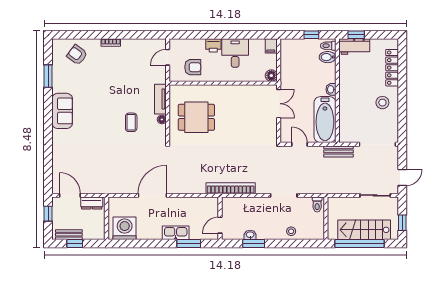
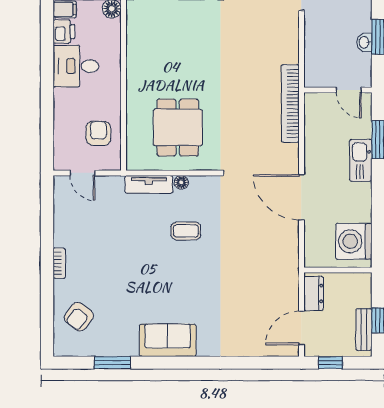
printer: (213, 45) -> (64, 32), moved
bookcase: (231, 188) -> (290, 104), moved

